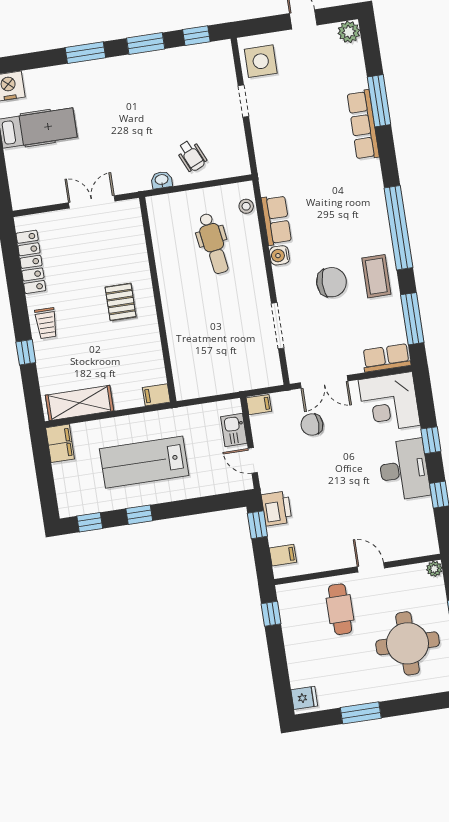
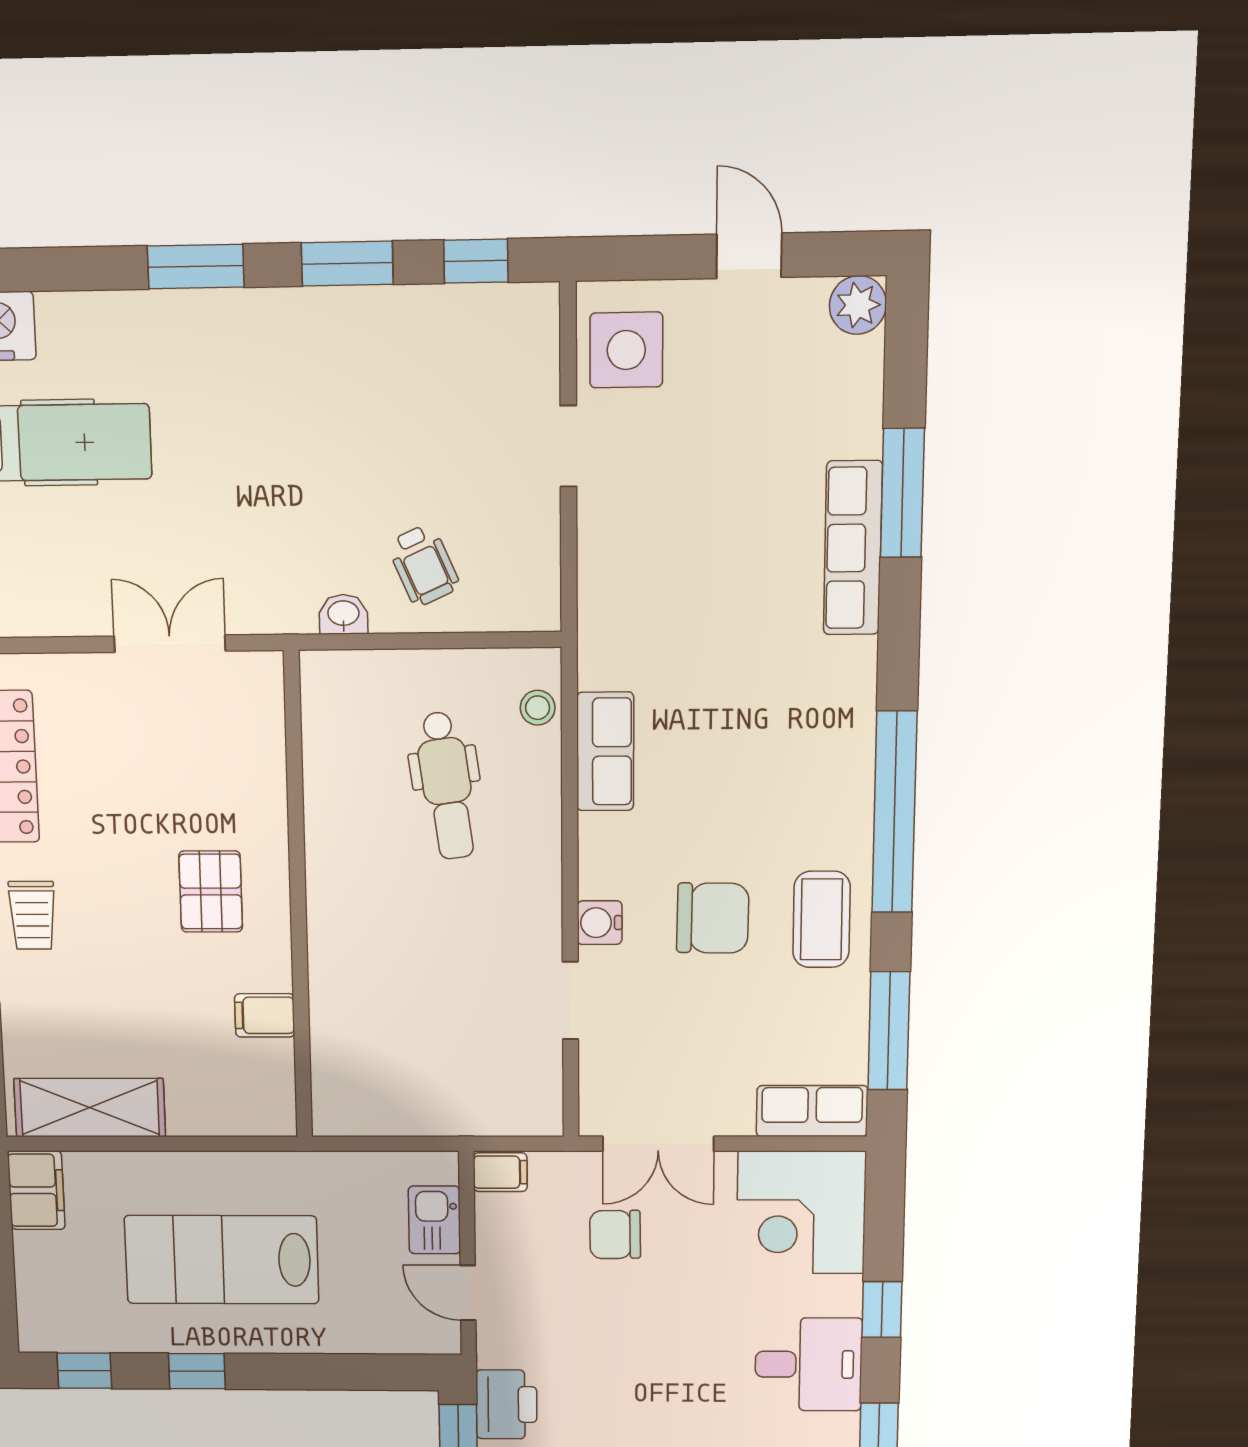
water cooler: (279, 255) -> (600, 923), moved
doorway: (278, 326) -> (570, 1001), width x0.73
filing cabinet: (156, 395) -> (265, 1015), moved
desk: (404, 470) -> (808, 1364), width x0.73

